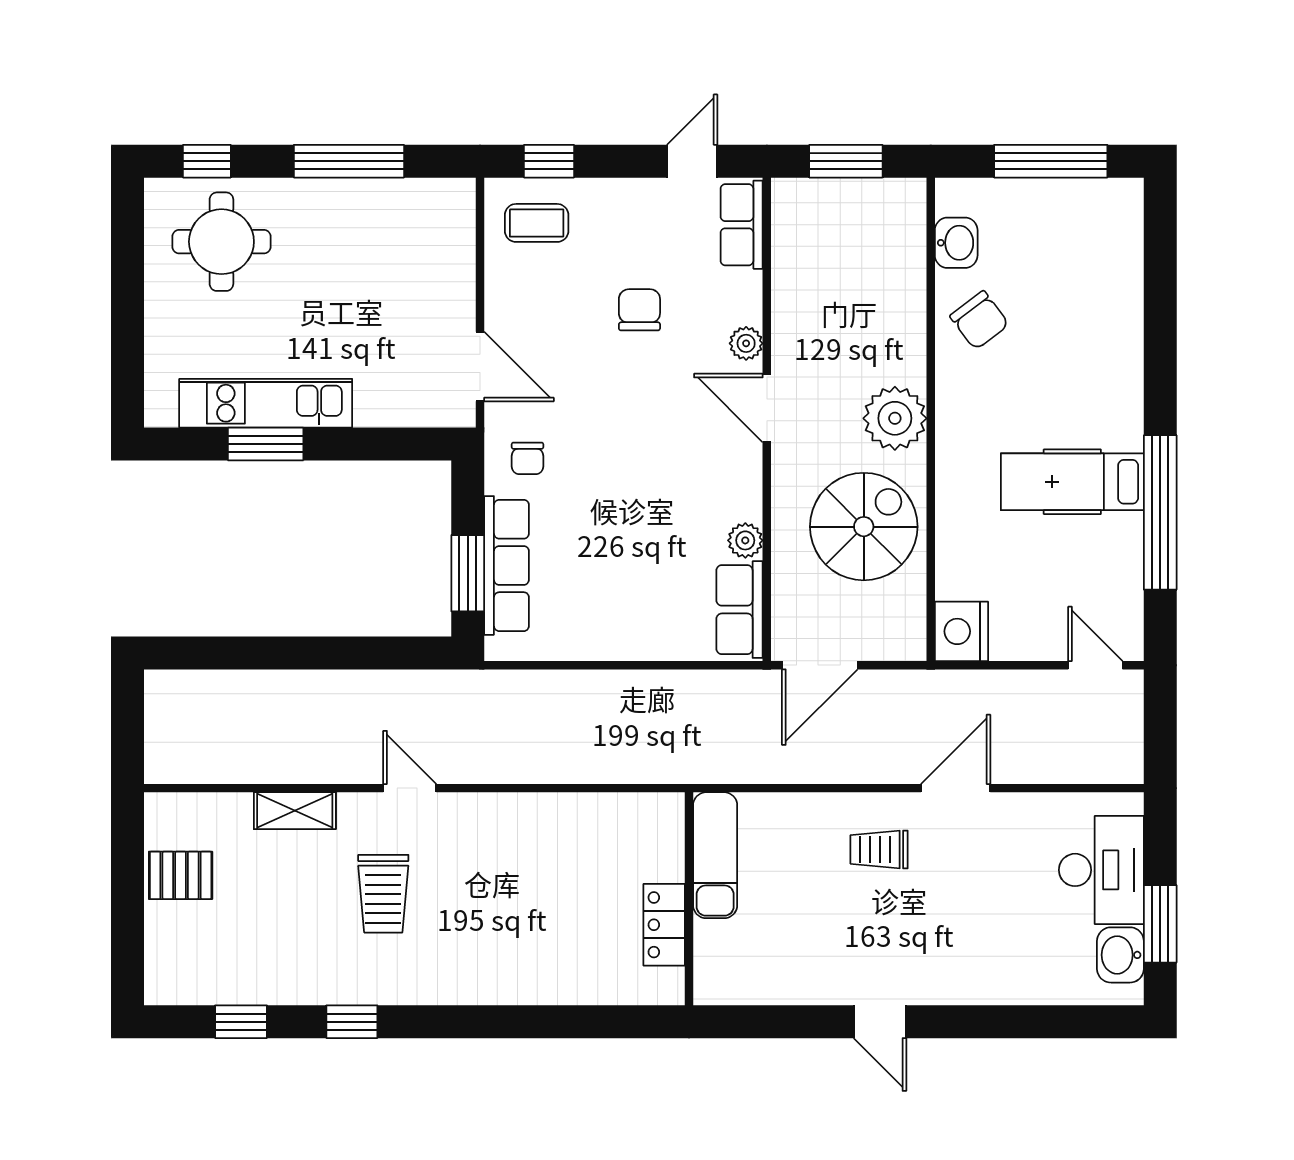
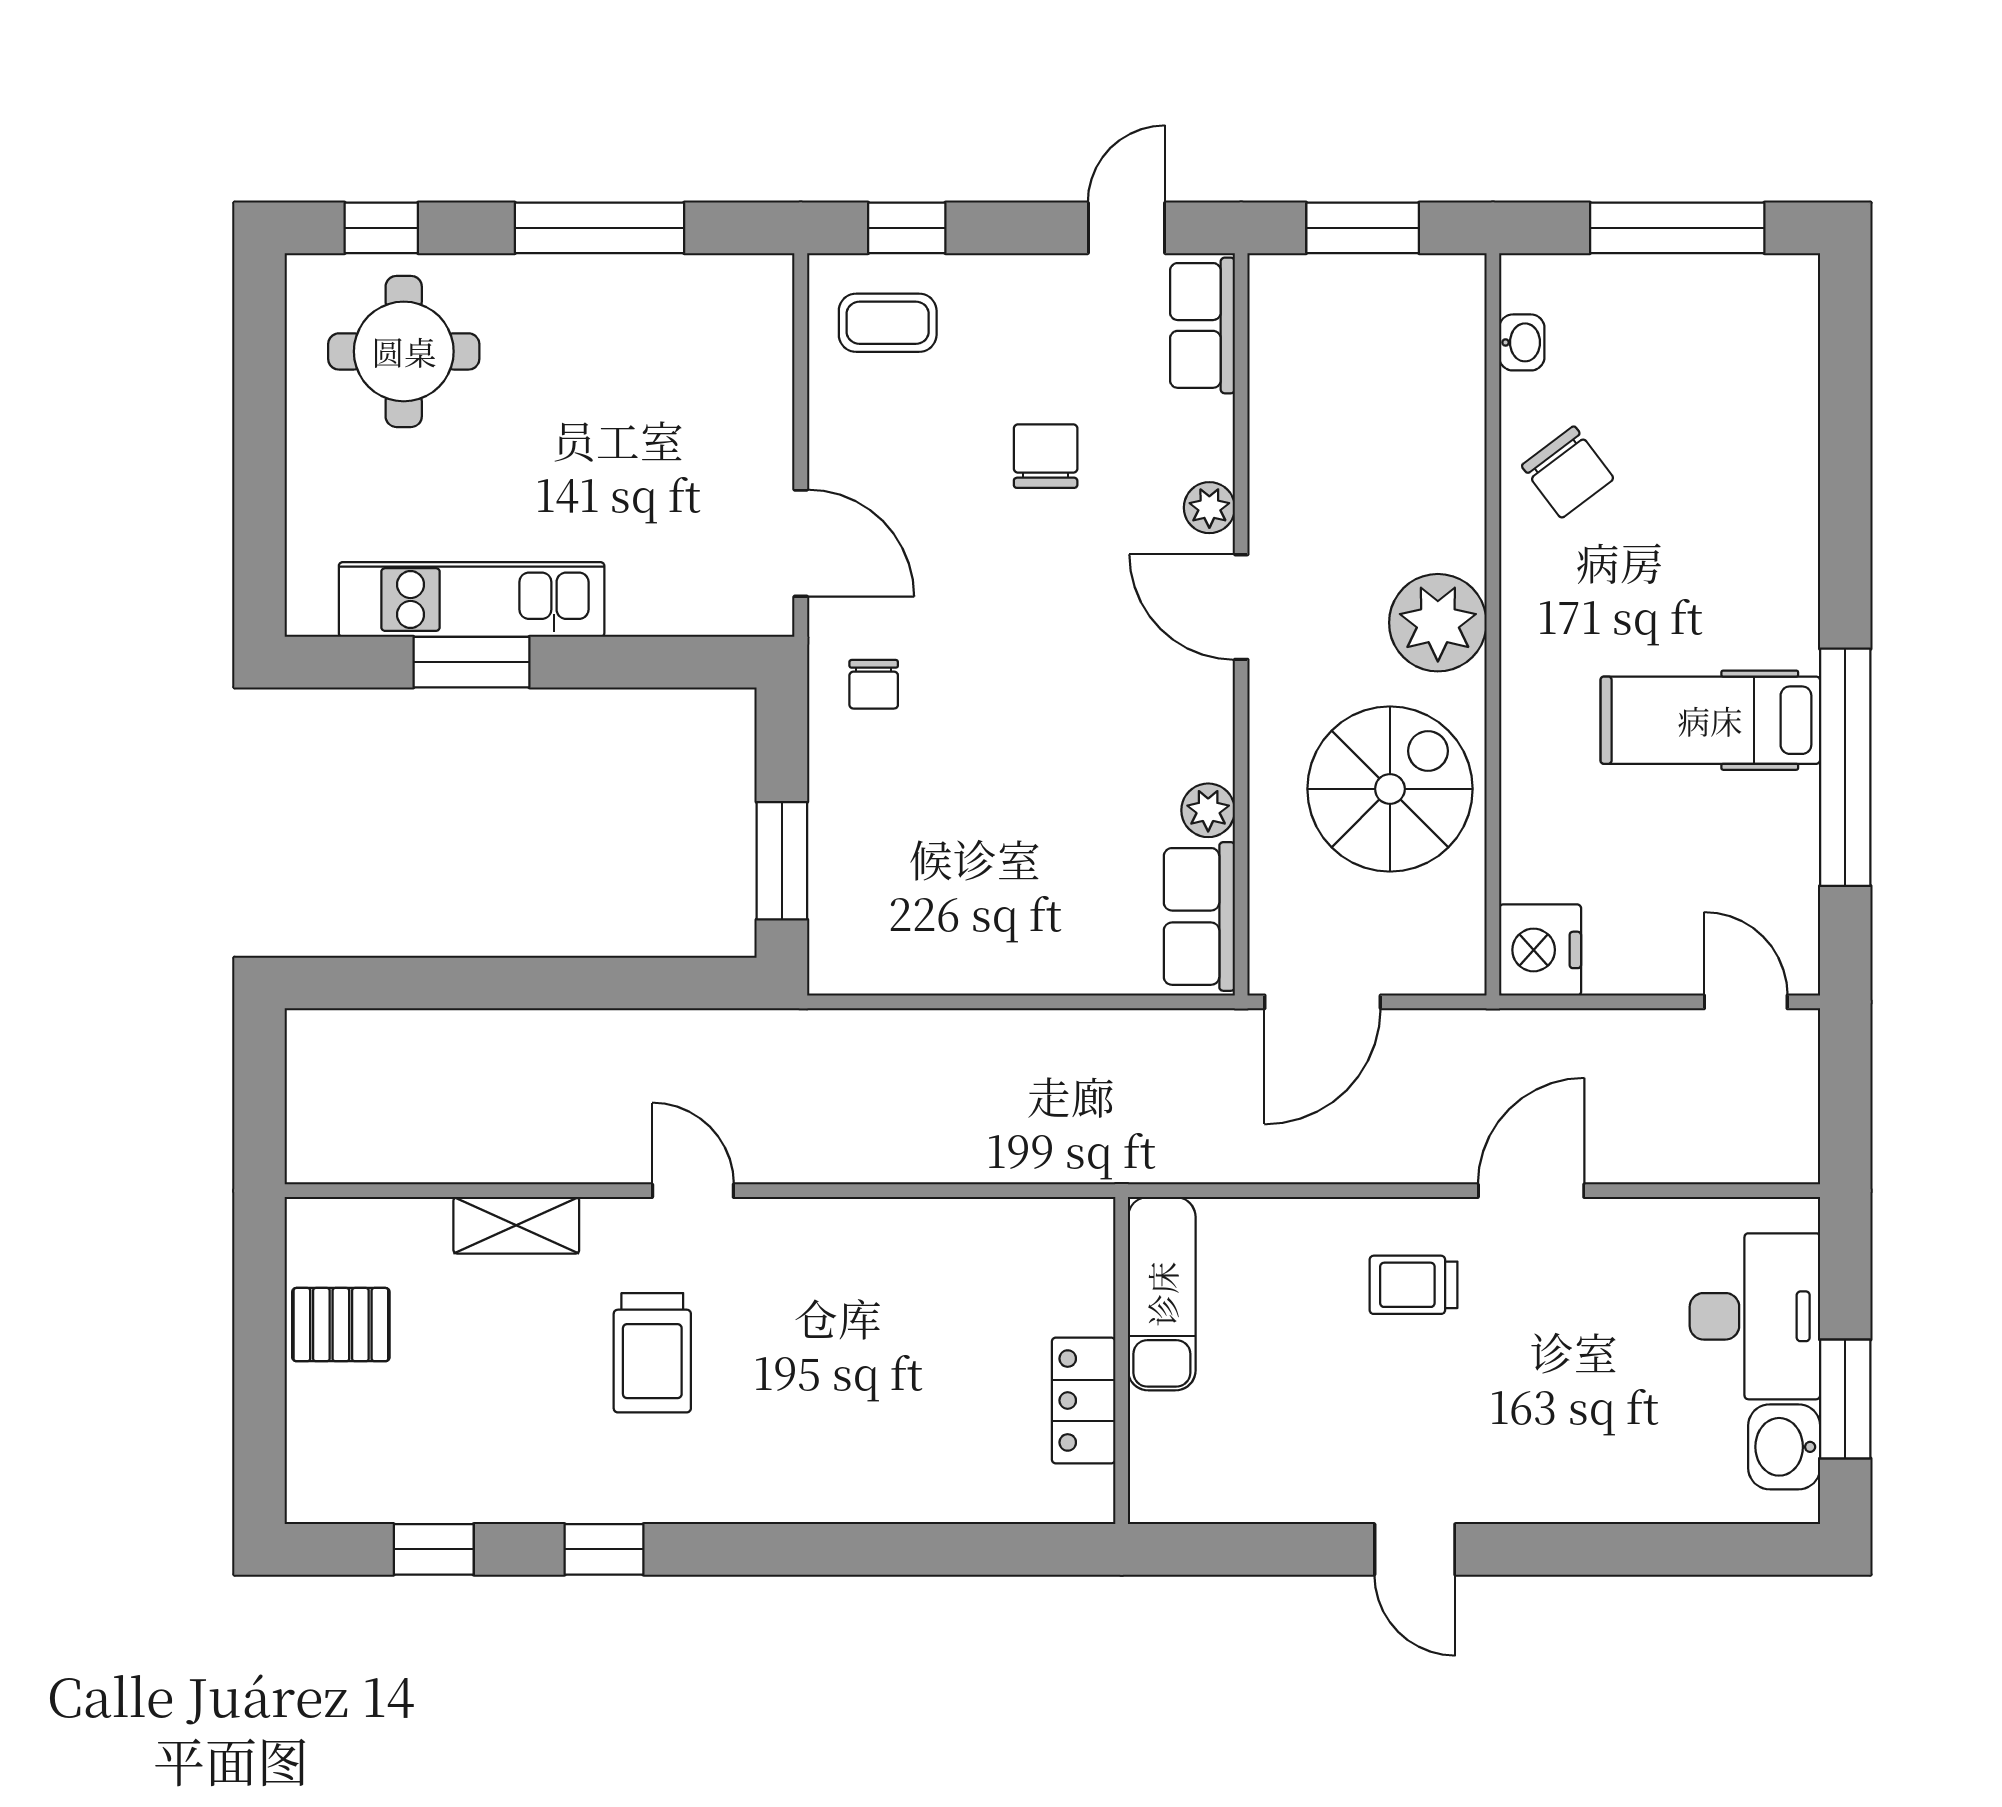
washbasin: (956, 243) -> (1522, 342), width x0.72, depth x0.69
row of seats: (507, 565) -> (841, 849), removed

